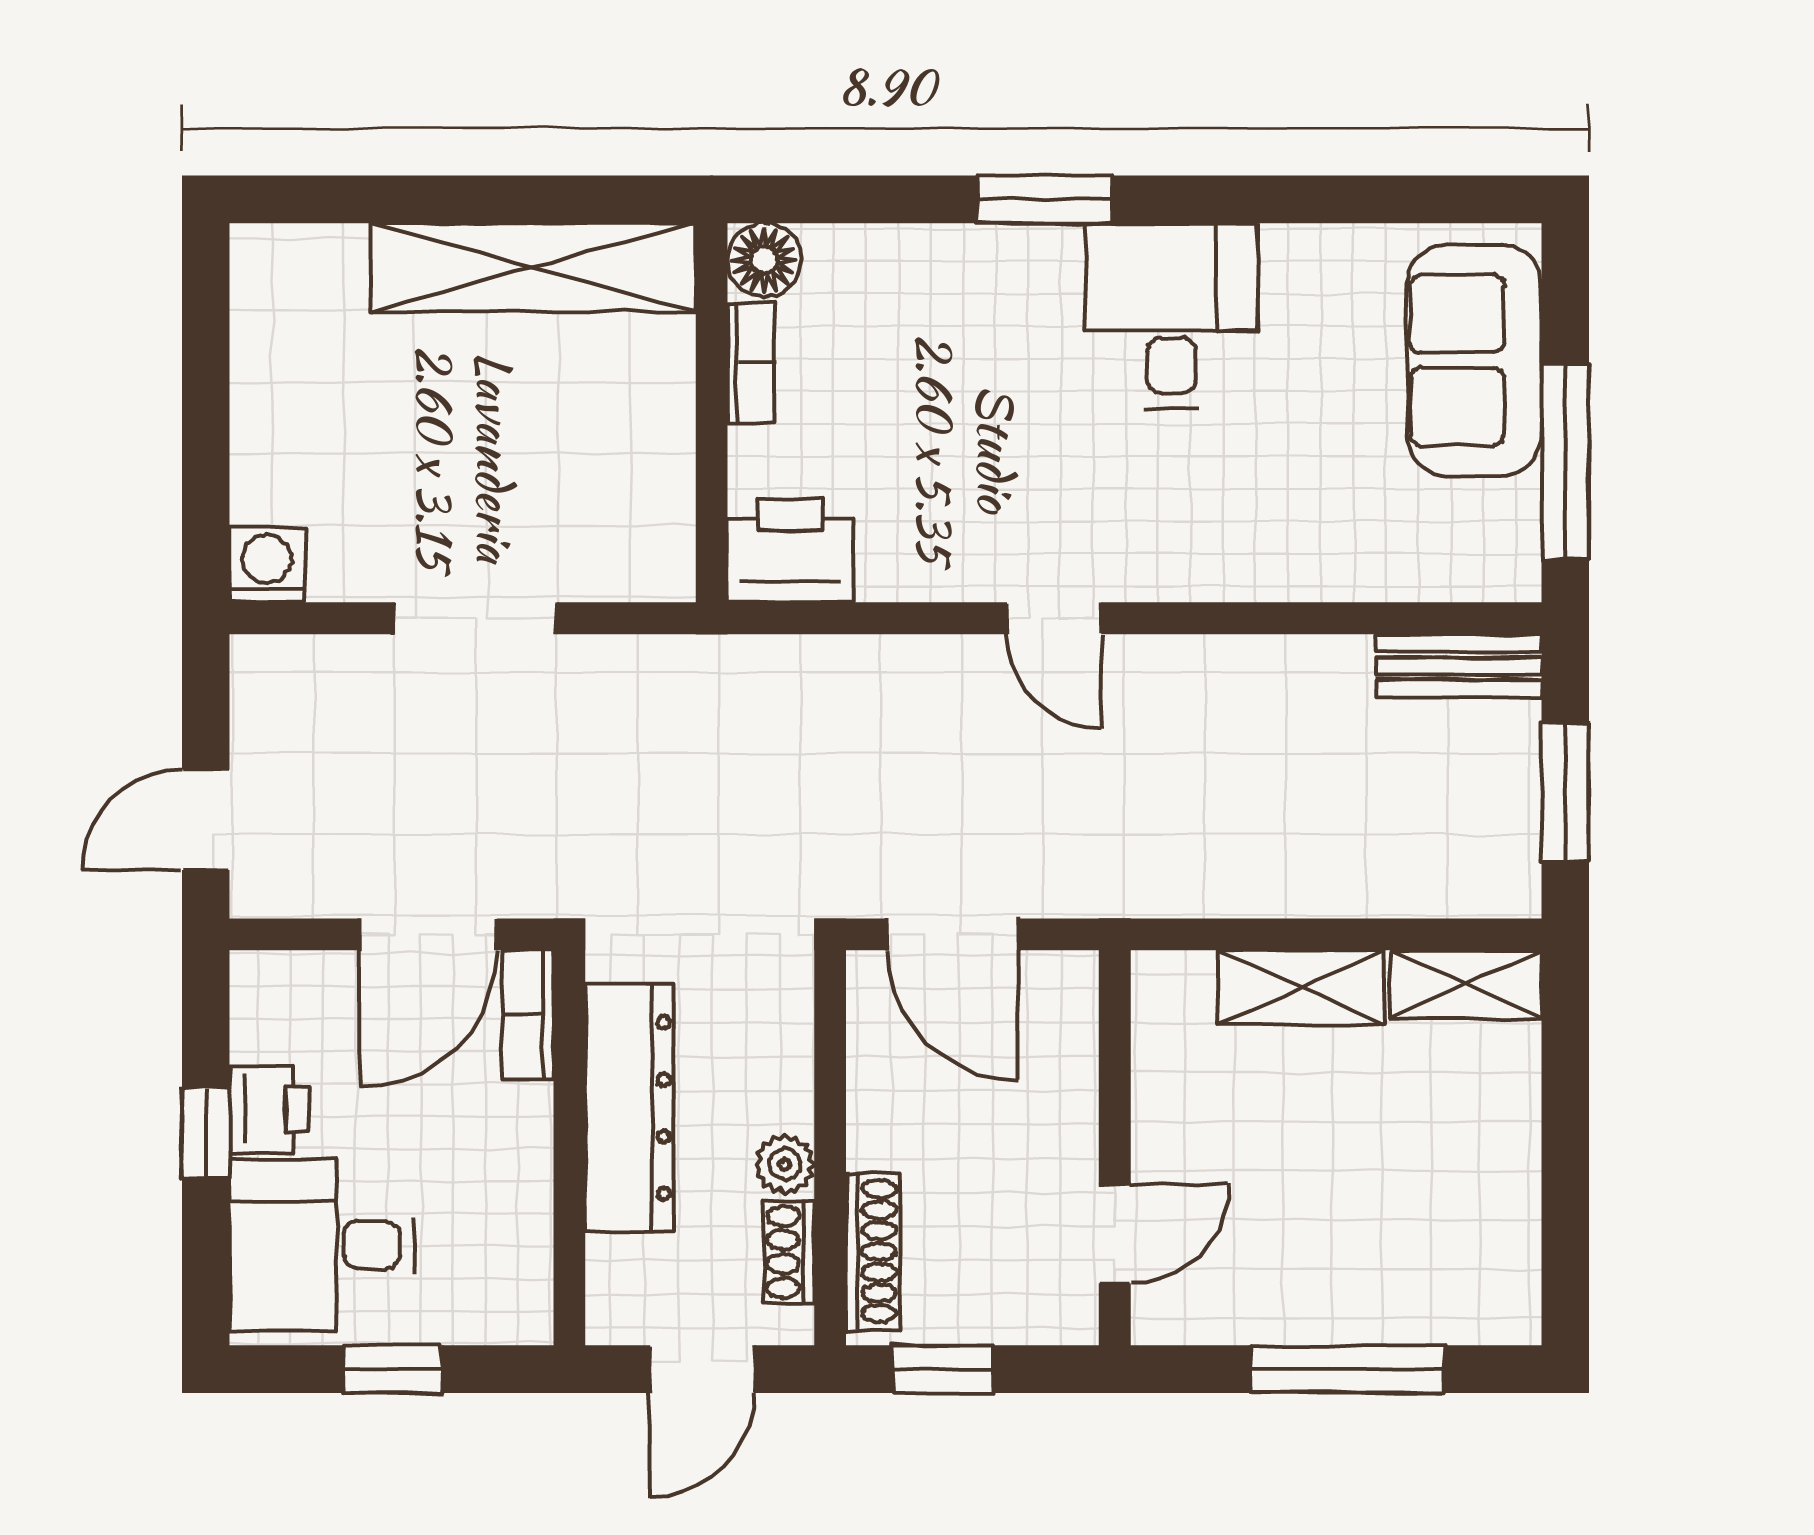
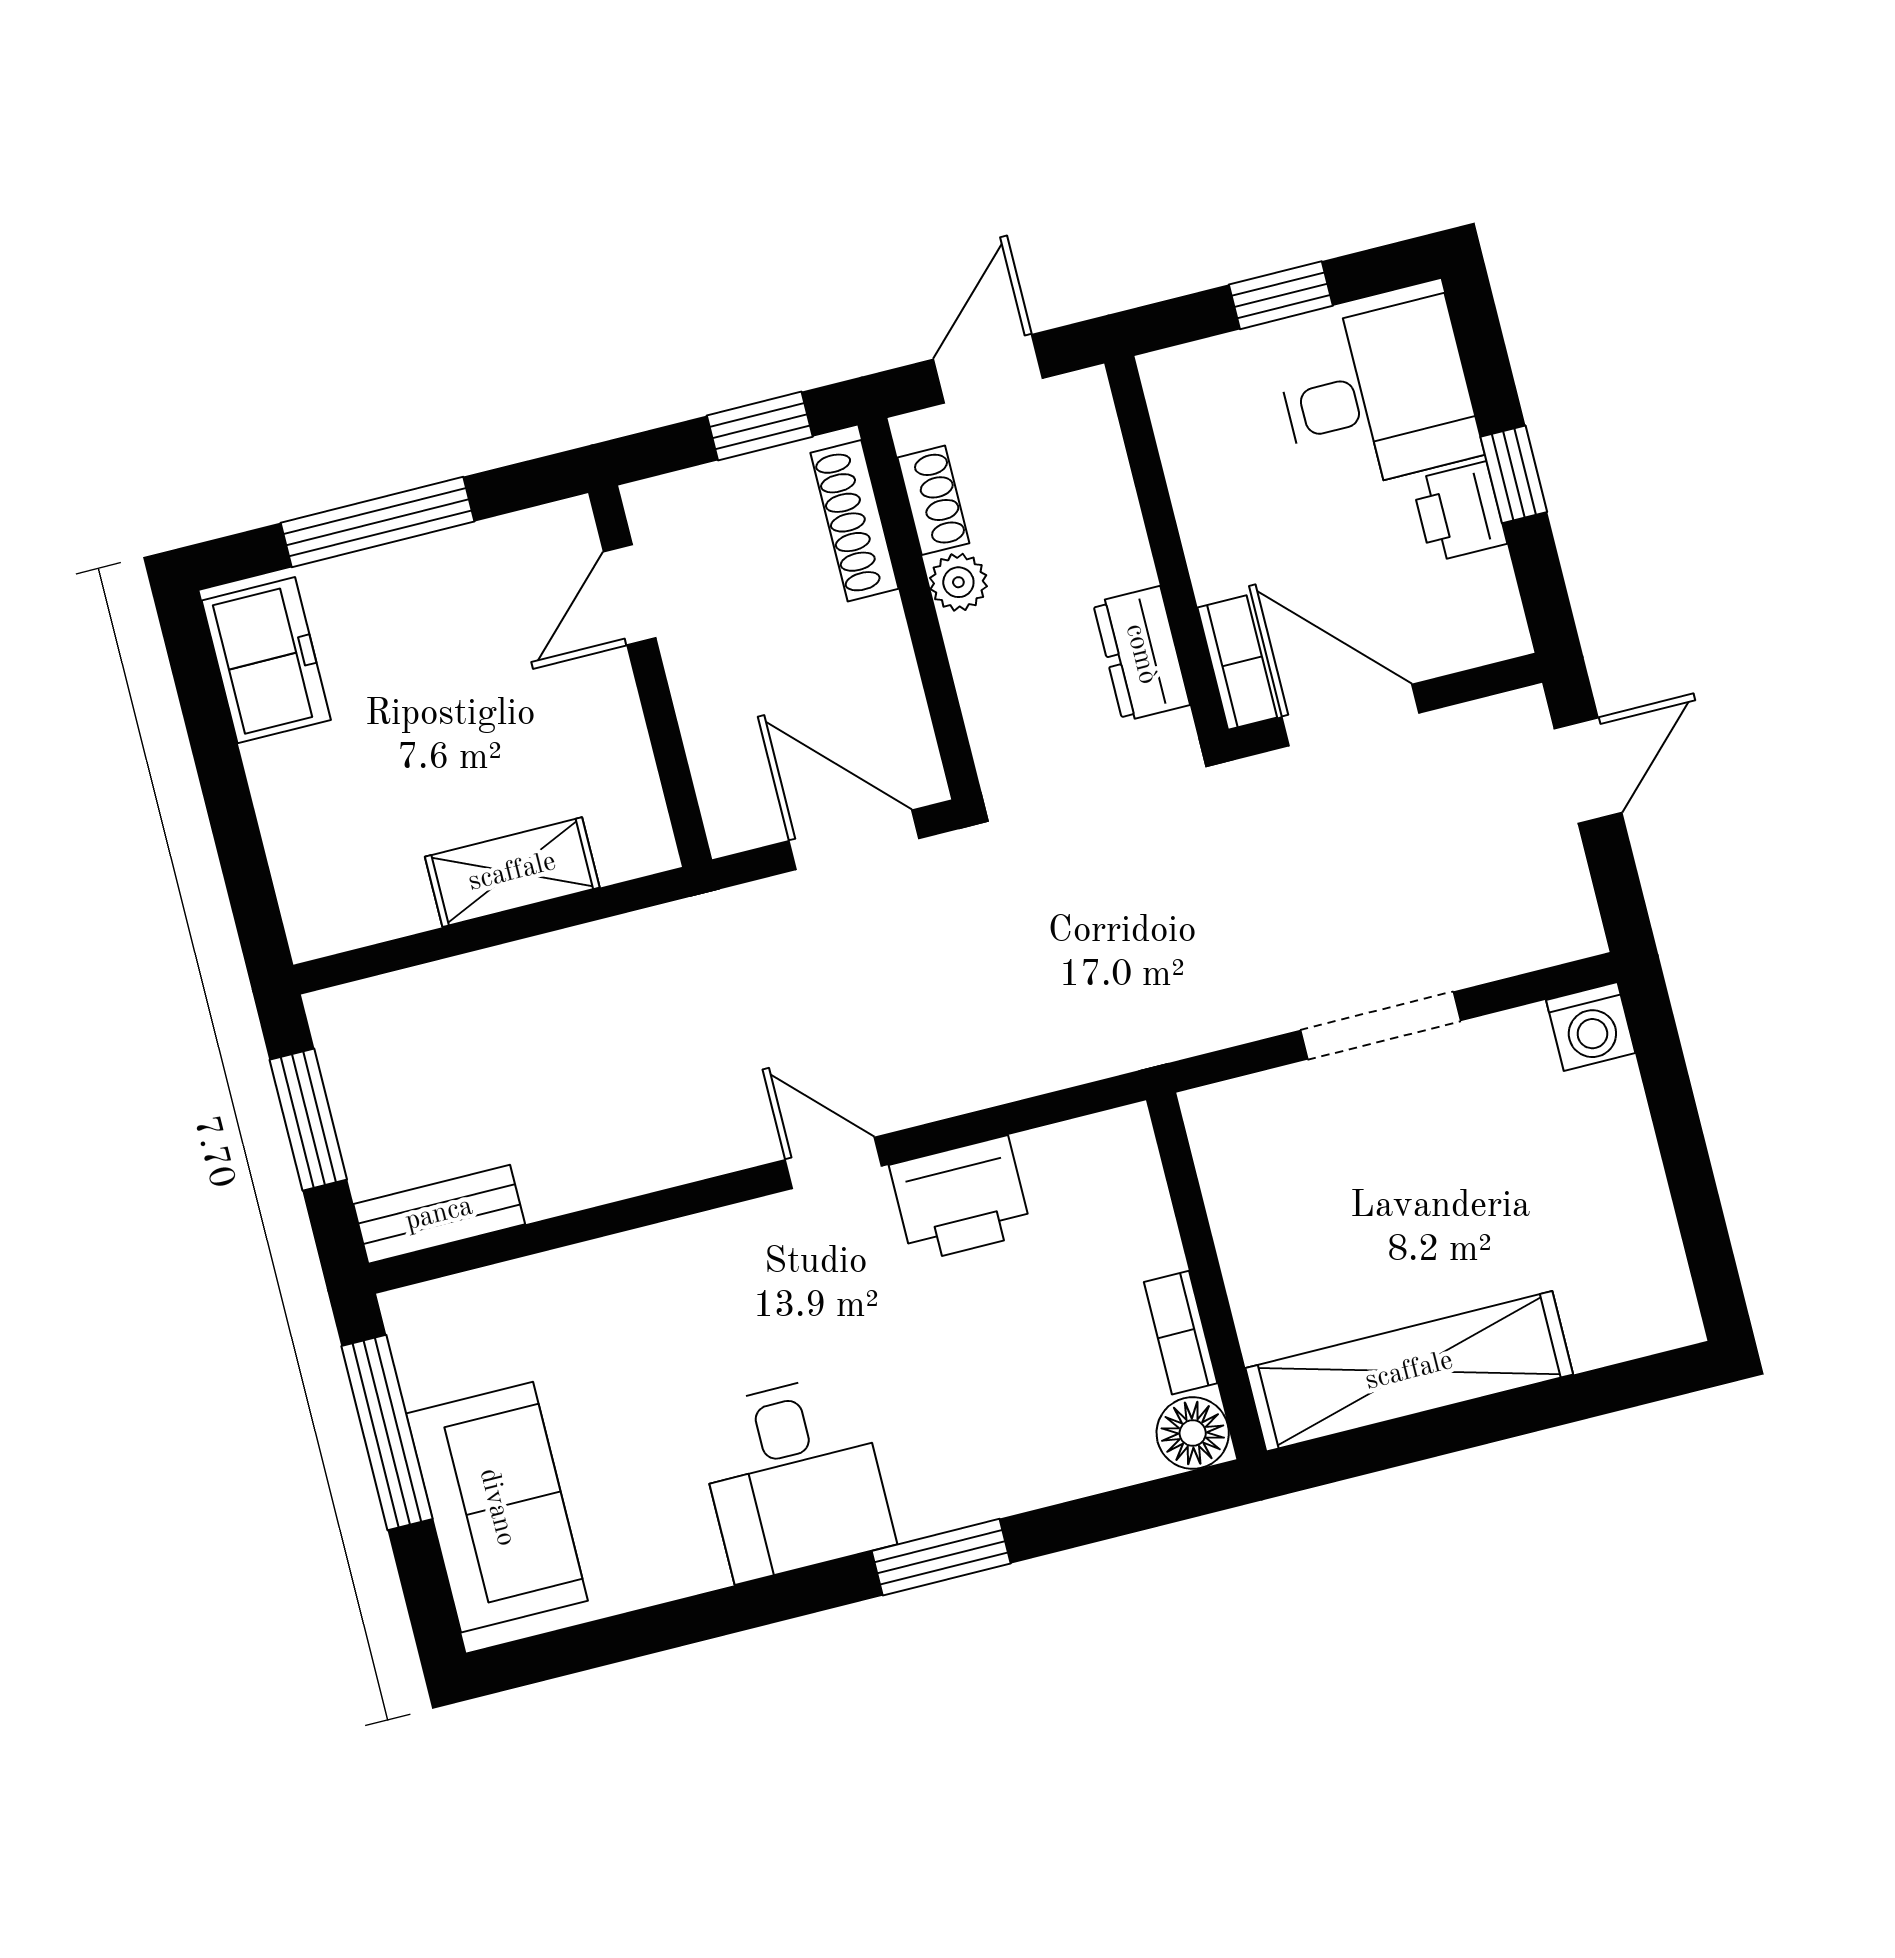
printer: (790, 550) -> (961, 1199), moved
door: (428, 934) -> (1351, 715), hinge flipped
shelving: (1466, 984) -> (357, 914), removed
dresser: (629, 1108) -> (1141, 654), width x0.51, depth x0.80
freezer: (1492, 1260) -> (266, 660), added

